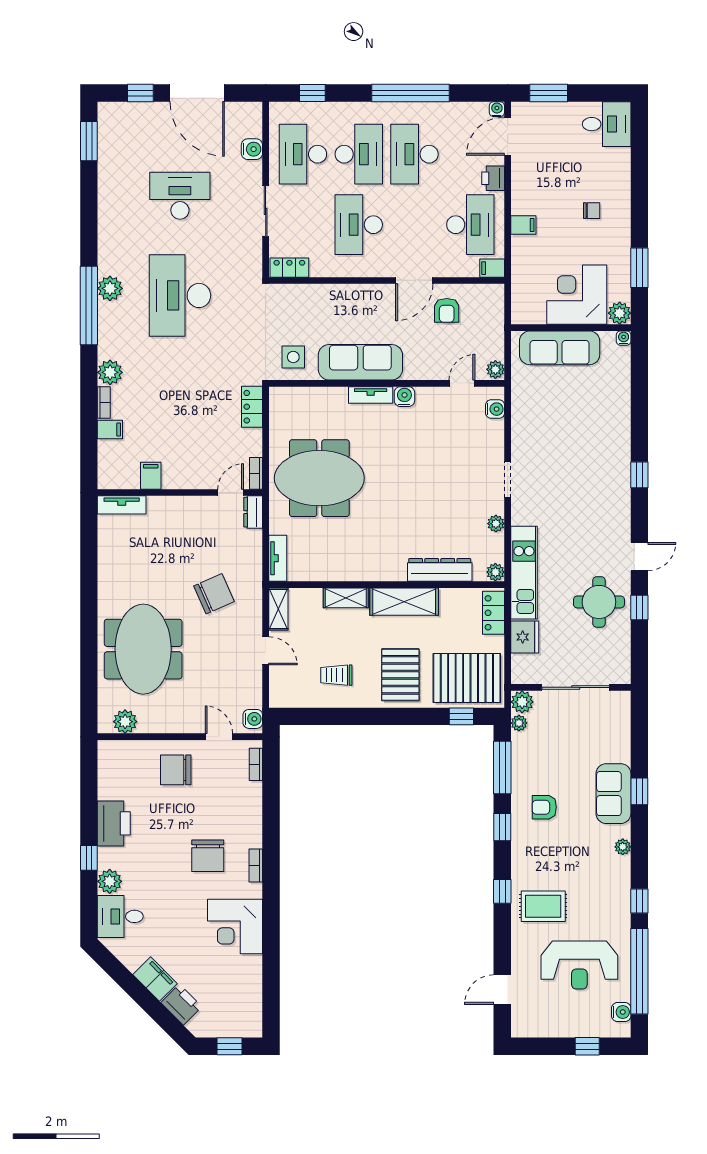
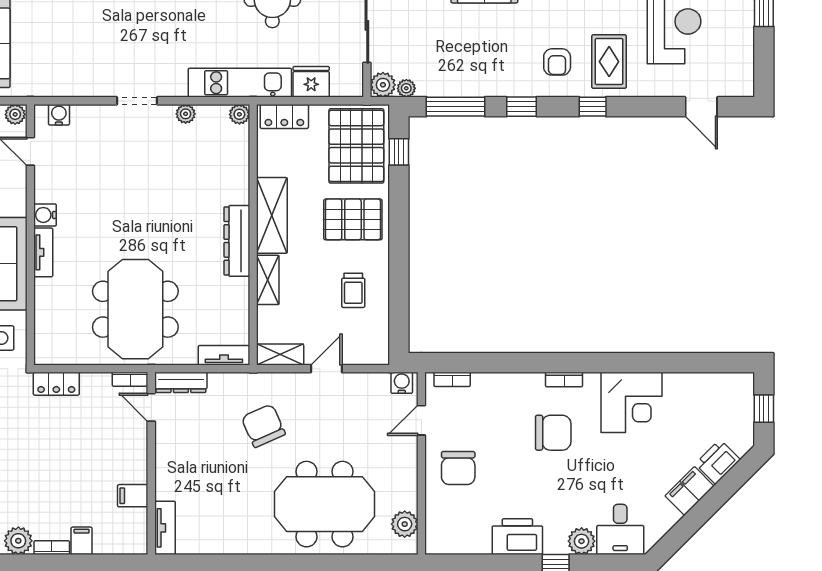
dresser: (253, 512) -> (181, 382), width x1.44
dresser: (440, 570) -> (237, 241), moved
armchair: (544, 807) -> (557, 62), moved

